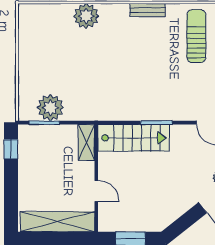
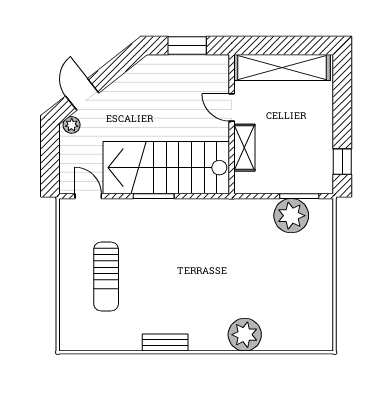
sun lounger: (196, 36) -> (106, 277), moved
stairs: (134, 138) -> (166, 168), width x1.36, depth x1.51
shelving: (86, 142) -> (244, 148), moved

